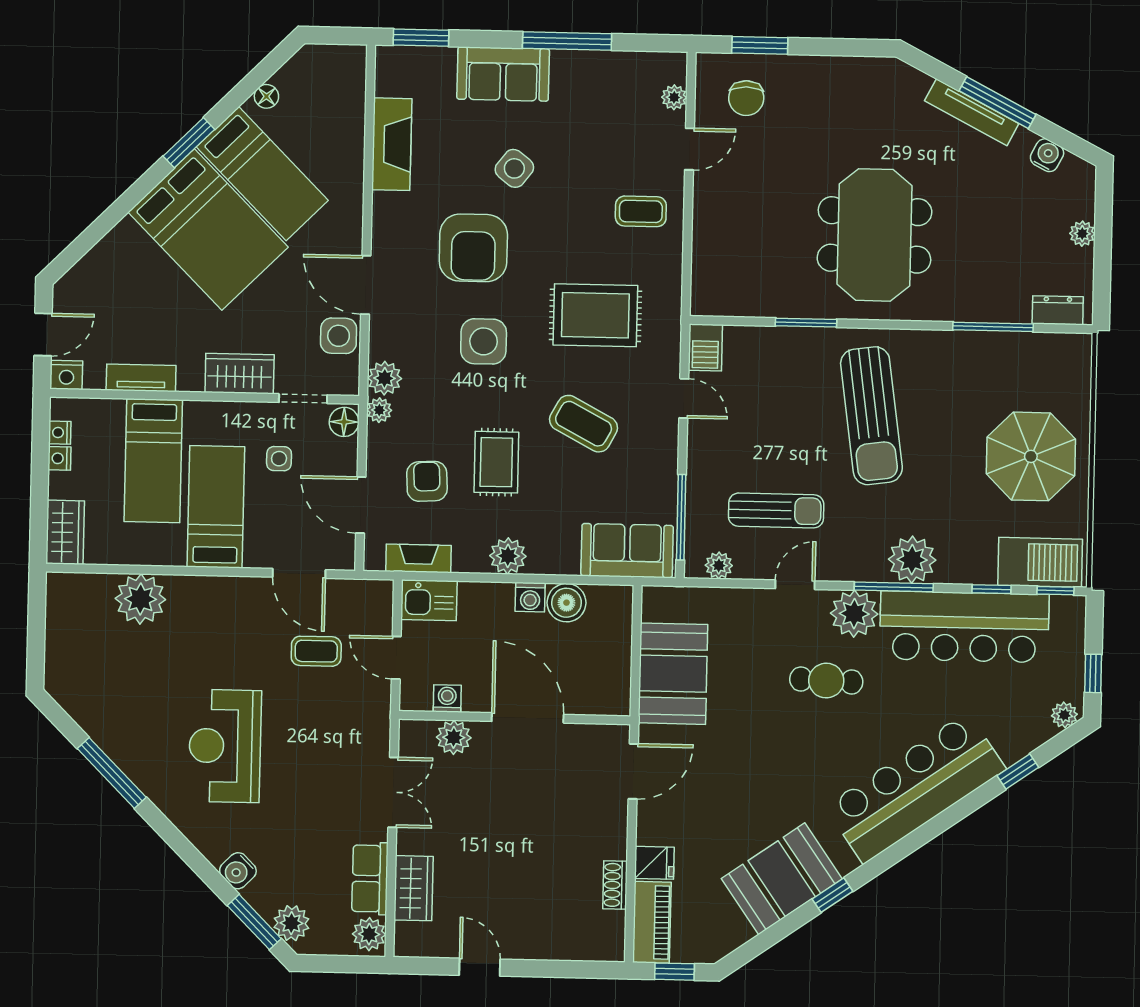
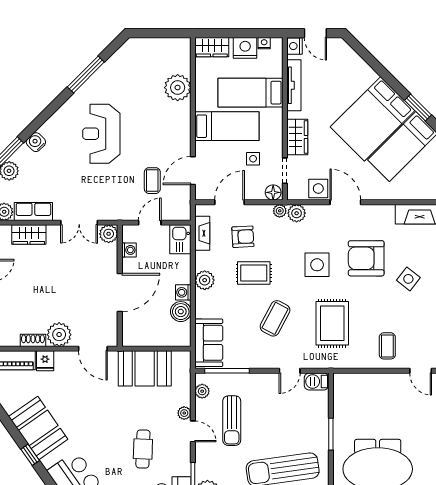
door: (366, 285) -> (345, 202), hinge flipped
tv unit: (141, 378) -> (294, 85), width x1.41
nightstand: (59, 458) -> (245, 48), width x1.89, depth x1.79
plant: (854, 614) -> (184, 413), moved, width x0.53, depth x0.53
plant: (454, 737) -> (109, 234), moved
reception desk: (225, 746) -> (101, 134), turned -90
plant: (605, 835) -> (59, 335), added

